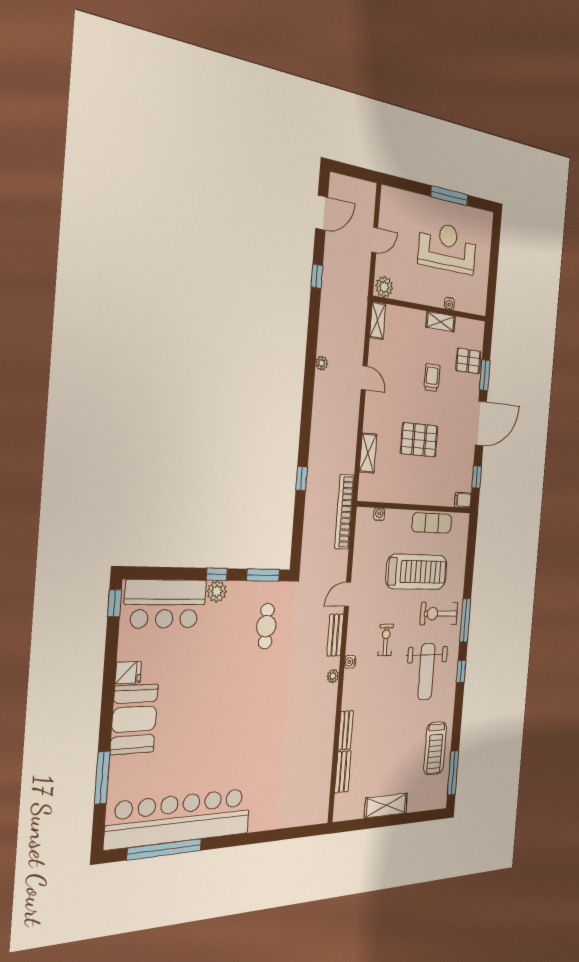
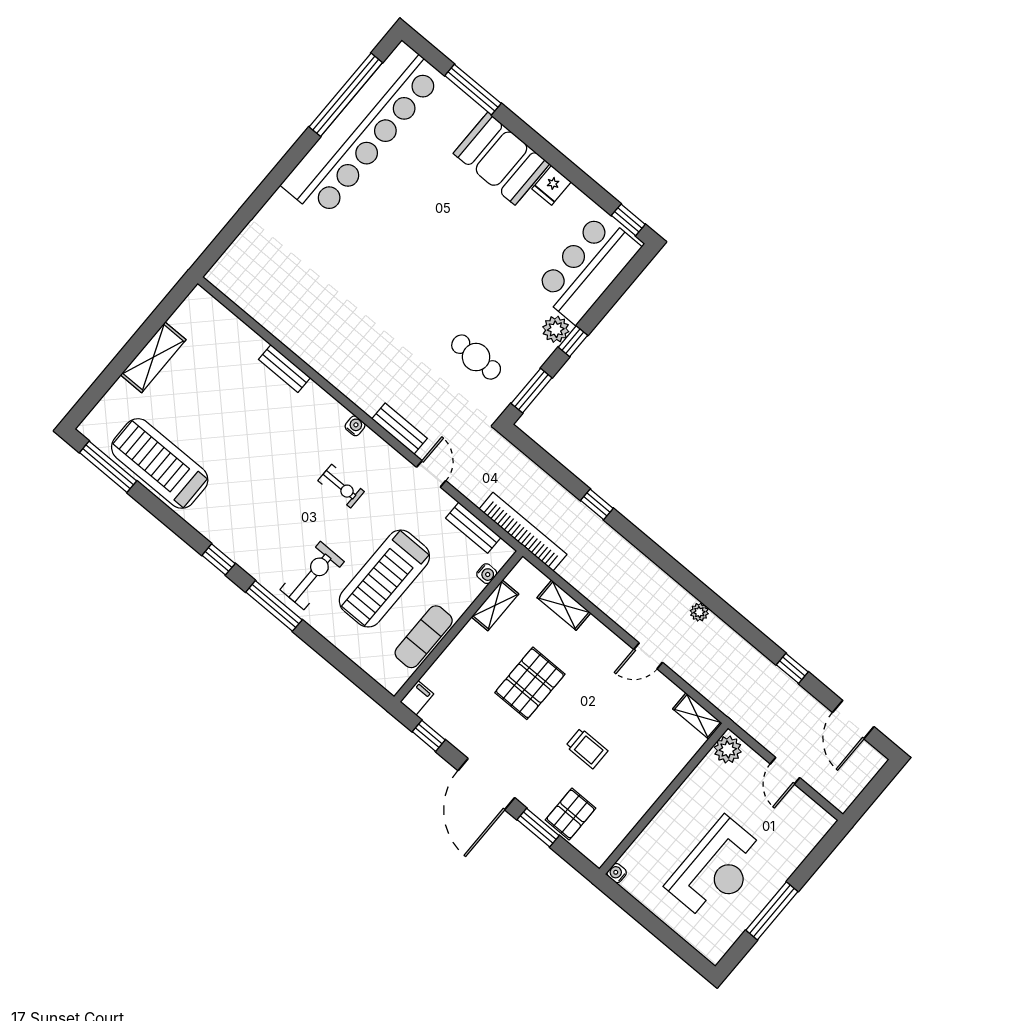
water cooler: (449, 303) -> (617, 873), moved
shelving: (441, 322) -> (495, 605), moved
weight bench: (426, 671) -> (260, 513), removed
plant: (333, 676) -> (357, 395), removed
treadmill: (435, 748) -> (160, 463), width x1.37, depth x1.38
bench: (343, 772) -> (473, 528), moved

